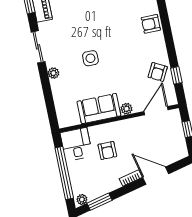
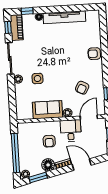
sliding door: (38, 47) -> (10, 58), width x1.37
side table: (90, 58) -> (37, 79), moved
armchair: (158, 72) -> (82, 88), moved
desk: (76, 144) -> (71, 131), moved
floor lamp: (111, 183) -> (48, 165), added

